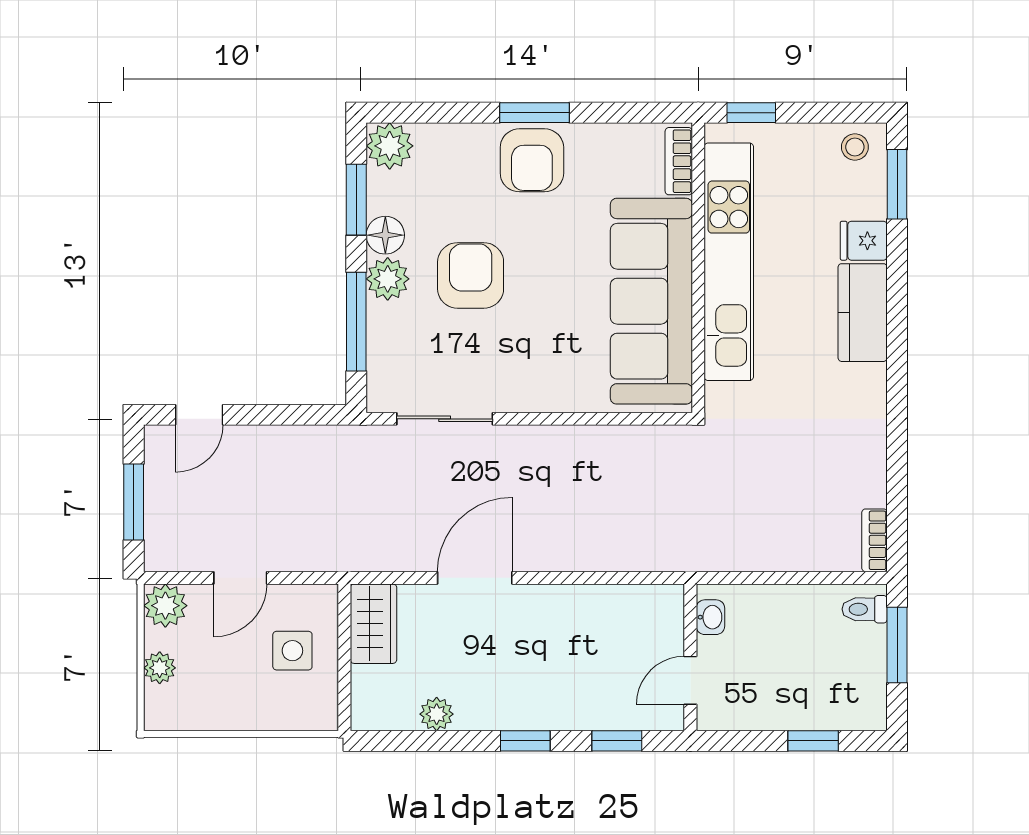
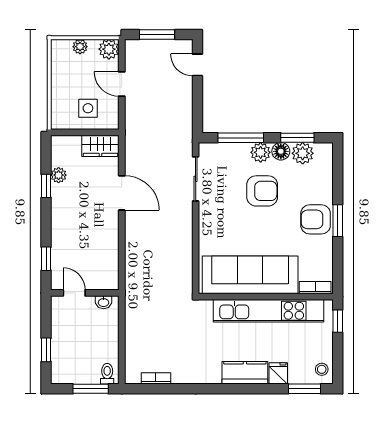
plant: (390, 146) -> (303, 153), moved
bookcase: (874, 540) -> (156, 378), moved
window: (525, 741) -> (46, 186), moved

